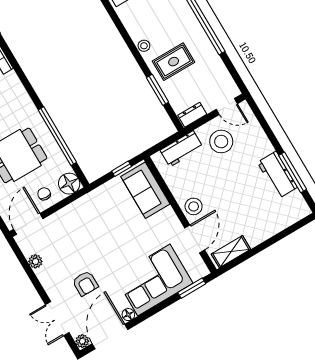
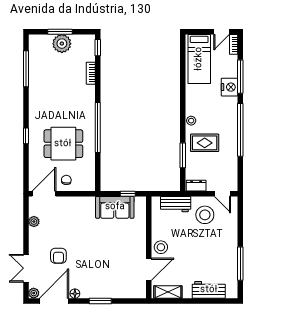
window: (57, 136) -> (98, 127), moved
workbench: (277, 175) -> (209, 290), moved, turned 90
floor lamp: (69, 184) -> (87, 183), removed
sofa: (145, 190) -> (115, 207), moved, turned -90
corner sofa: (154, 280) -> (106, 281), removed
window: (192, 288) -> (100, 301), moved

